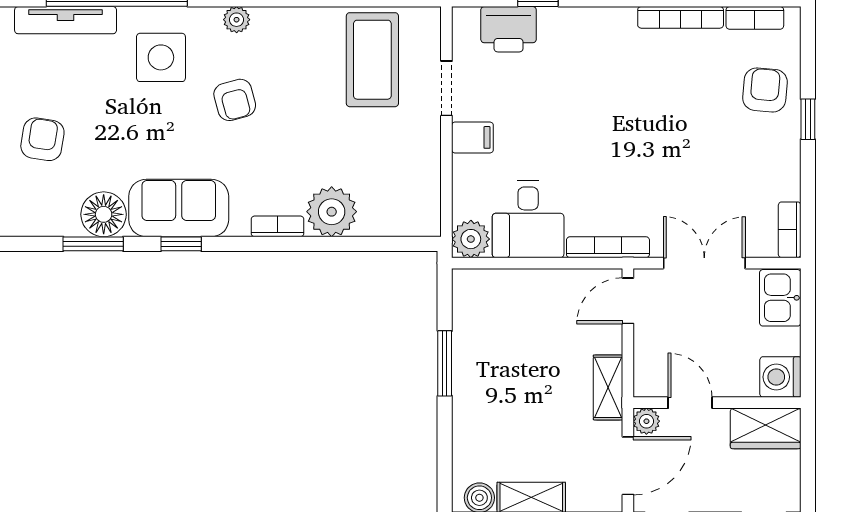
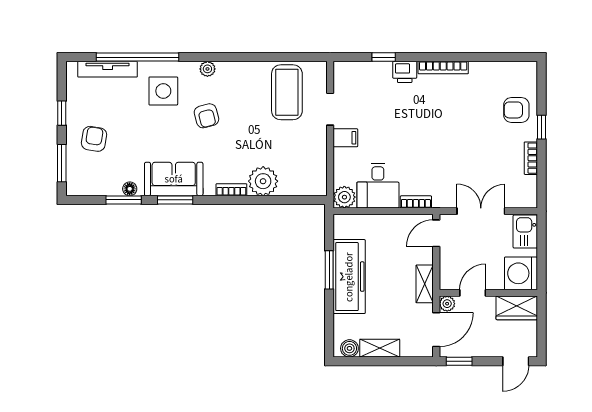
bookcase: (681, 17) -> (443, 68), moved
bookcase: (755, 18) -> (510, 68), removed
printer: (509, 29) -> (405, 72), moved, width x0.73, depth x0.81
armchair: (765, 90) -> (516, 110), turned -95
floor lamp: (104, 214) -> (130, 189), width x0.53, depth x0.53
bookcase: (790, 230) -> (531, 158), moved
window: (181, 244) -> (175, 200), width x1.50
bookcase: (608, 247) -> (416, 202), width x0.64
freezer: (479, 375) -> (349, 277), added
washing machine: (780, 377) -> (521, 273), width x1.37, depth x1.37
door: (690, 403) -> (473, 293), hinge flipped

